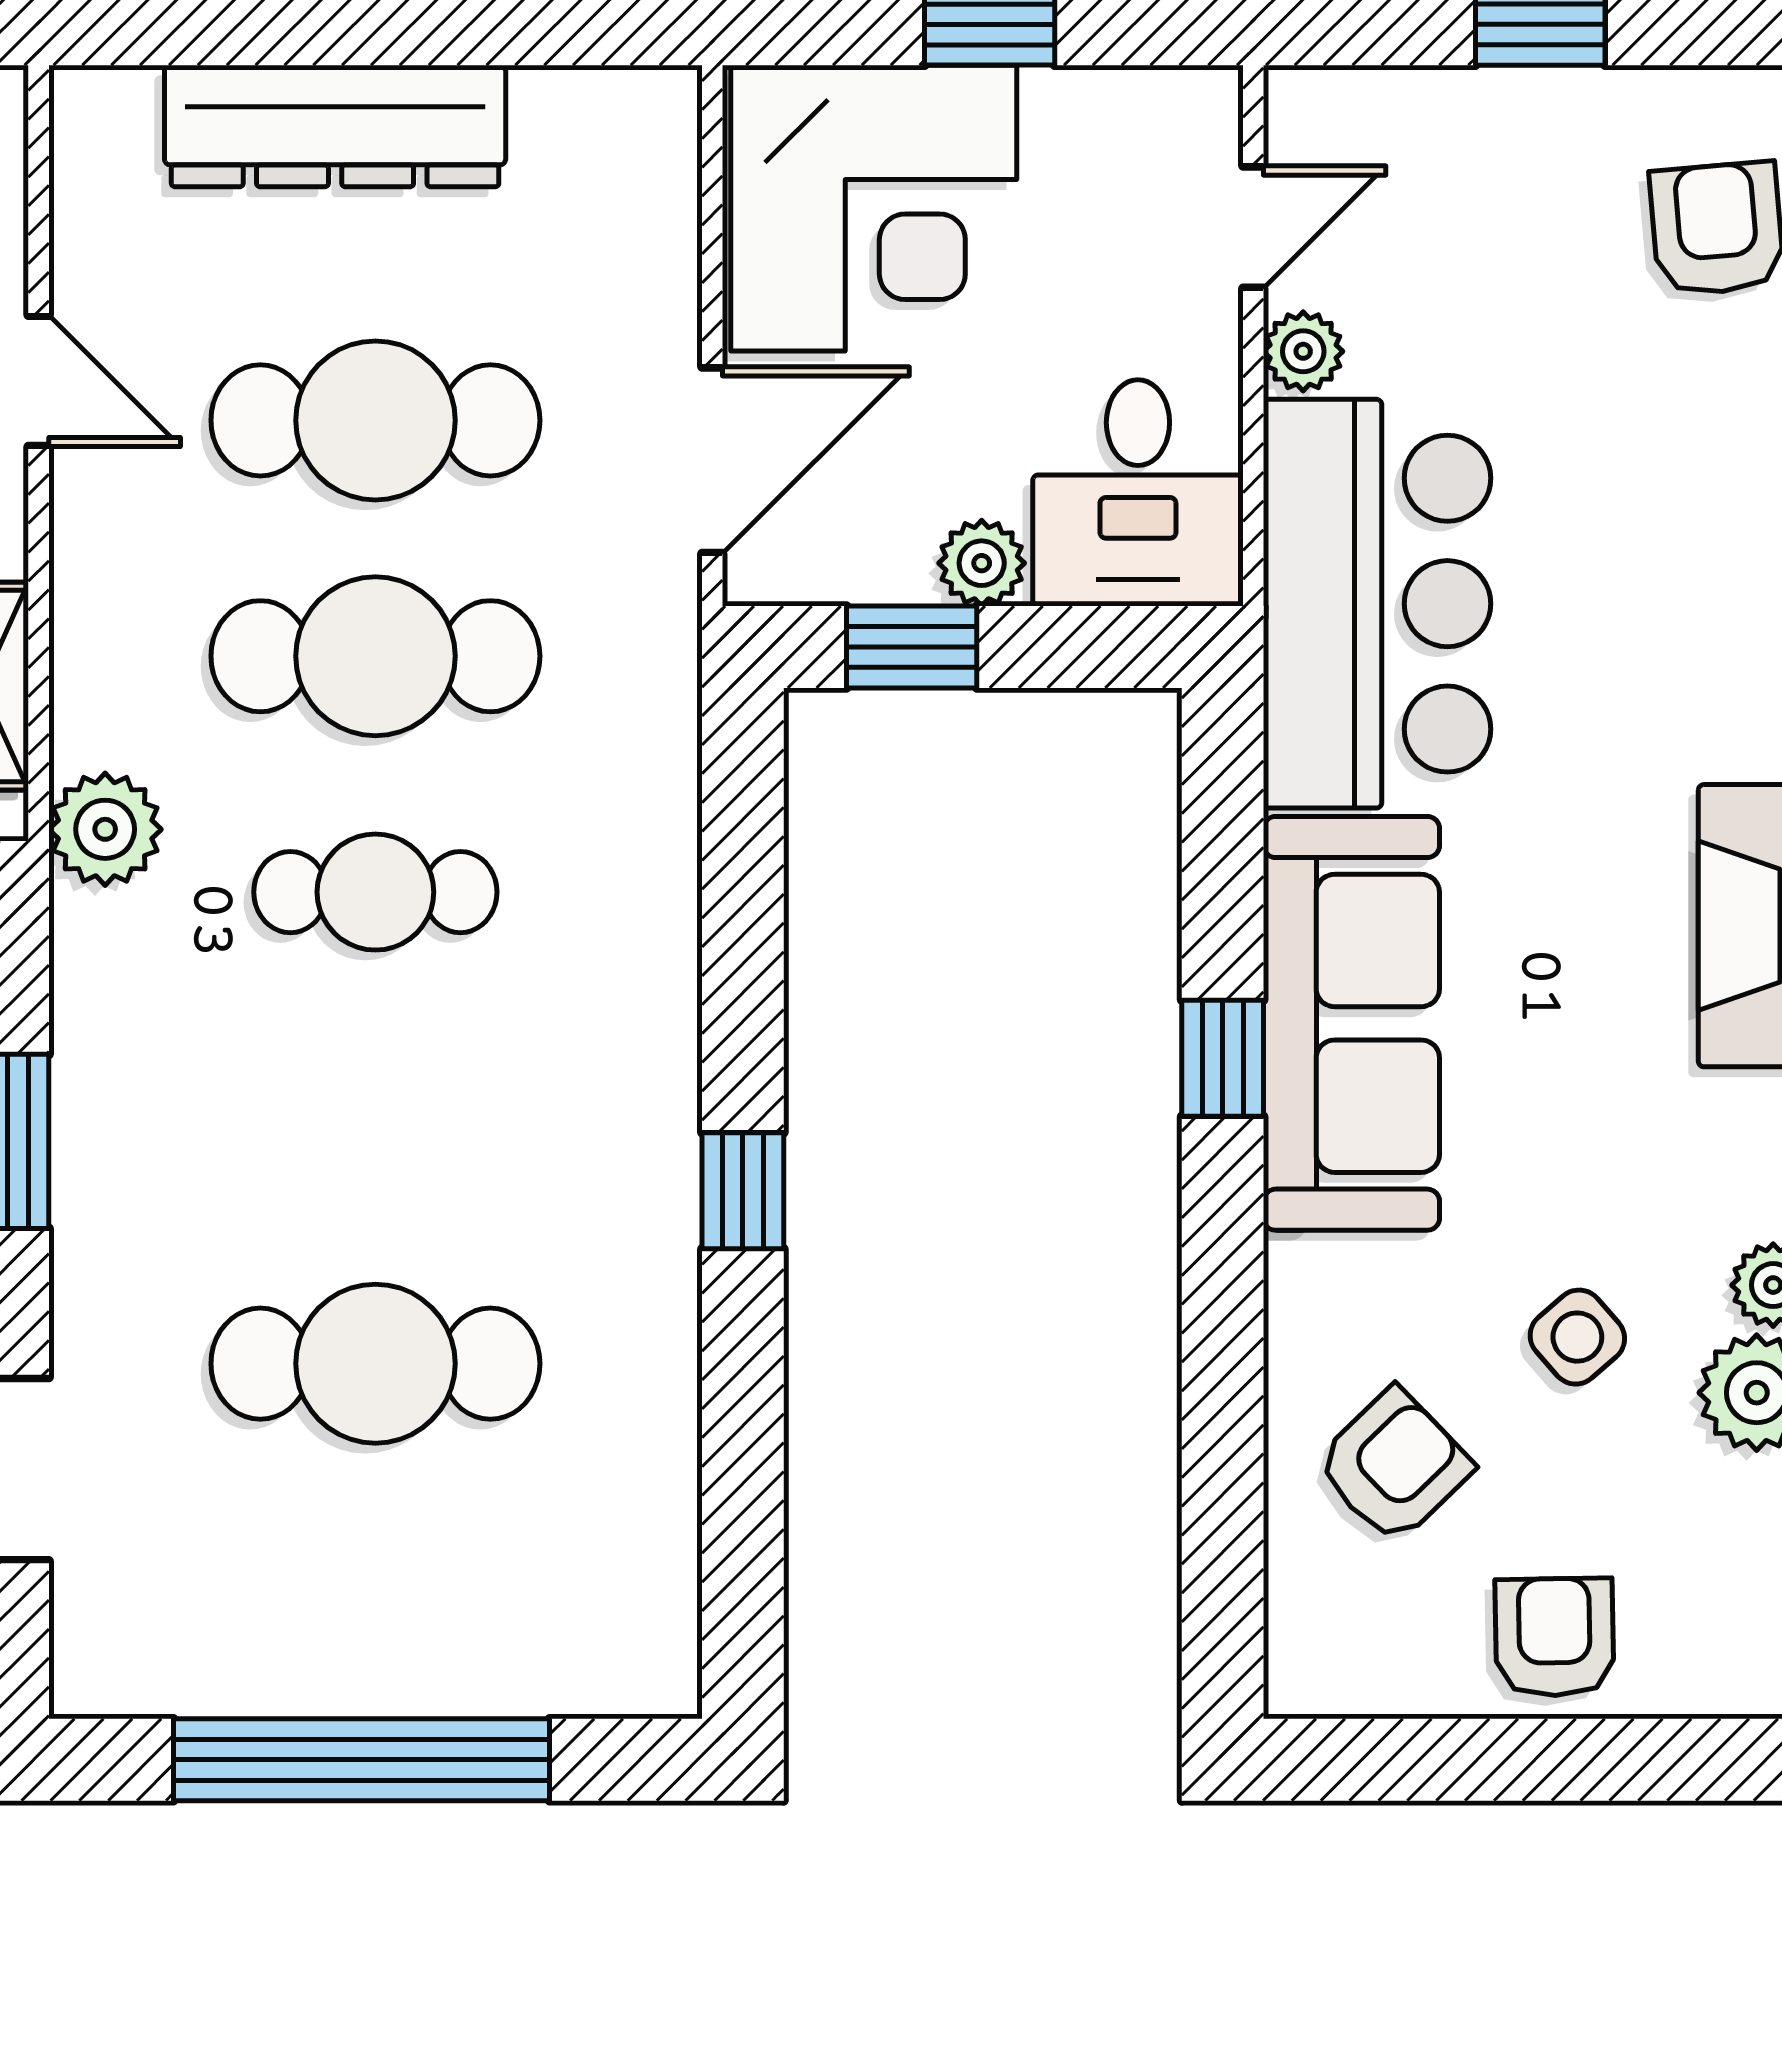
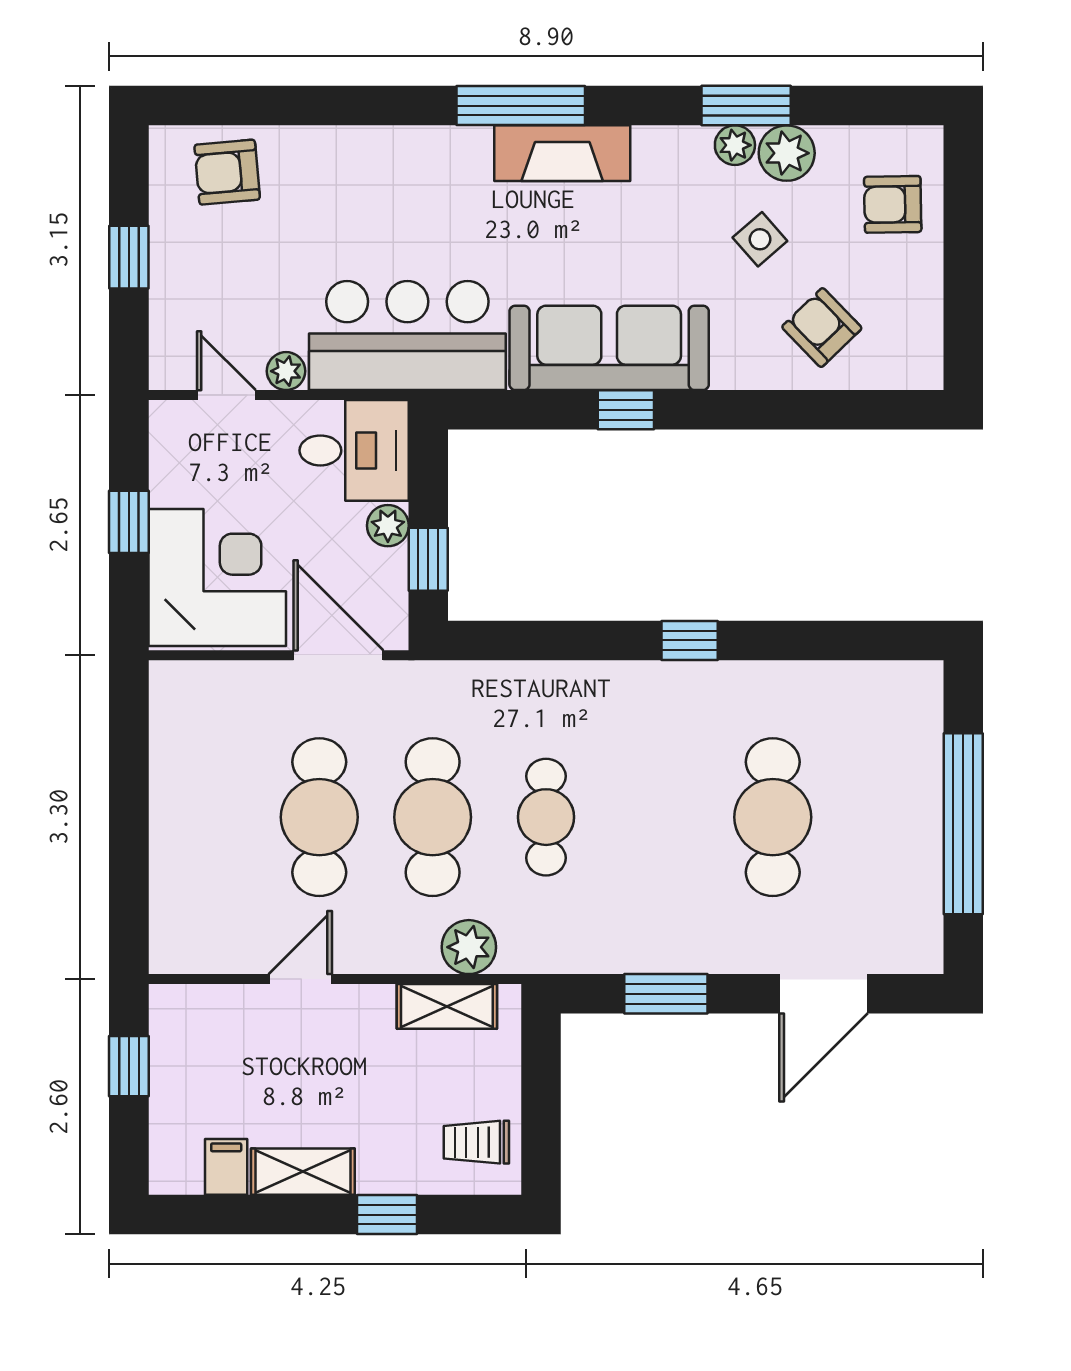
dresser: (335, 126) -> (178, 836), removed
plant: (105, 829) -> (469, 947), moved
armchair: (1554, 1637) -> (893, 204), moved

